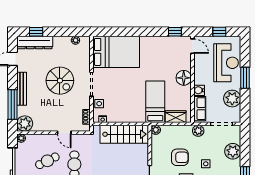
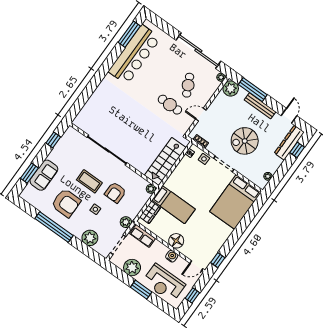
water cooler: (199, 90) -> (172, 256), moved

